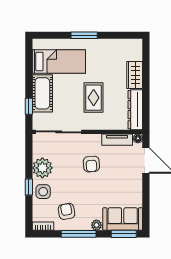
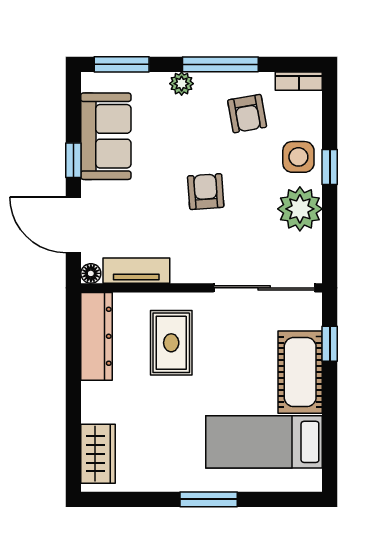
wardrobe: (135, 75) -> (98, 454), moved
rug: (94, 98) -> (171, 343), moved
armchair: (91, 164) -> (206, 192), moved
window: (146, 190) -> (73, 160), added
sofa: (123, 219) -> (106, 136), moved, turned -90

